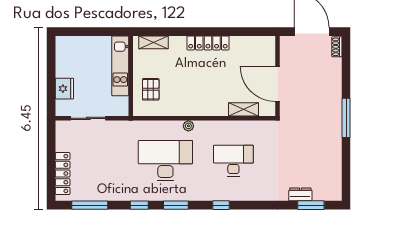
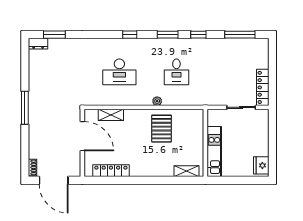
locker: (208, 43) -> (111, 171), moved
fridge: (64, 89) -> (261, 165), moved
pallet: (151, 89) -> (162, 129), moved, width x1.50, depth x1.42
desk: (165, 161) -> (176, 72), width x0.53, depth x0.77
locker: (63, 174) -> (263, 87), moved
dresser: (300, 194) -> (38, 44), moved

